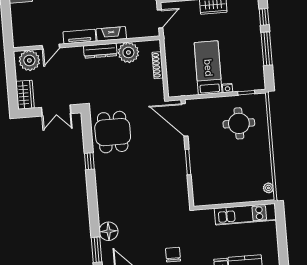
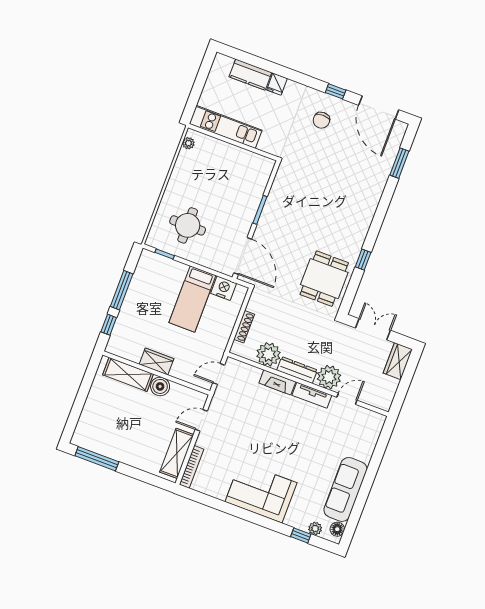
plant: (29, 60) -> (329, 377), moved
nightstand: (227, 88) -> (224, 288), moved, width x1.89, depth x1.79
floor lamp: (109, 231) -> (378, 177), removed

